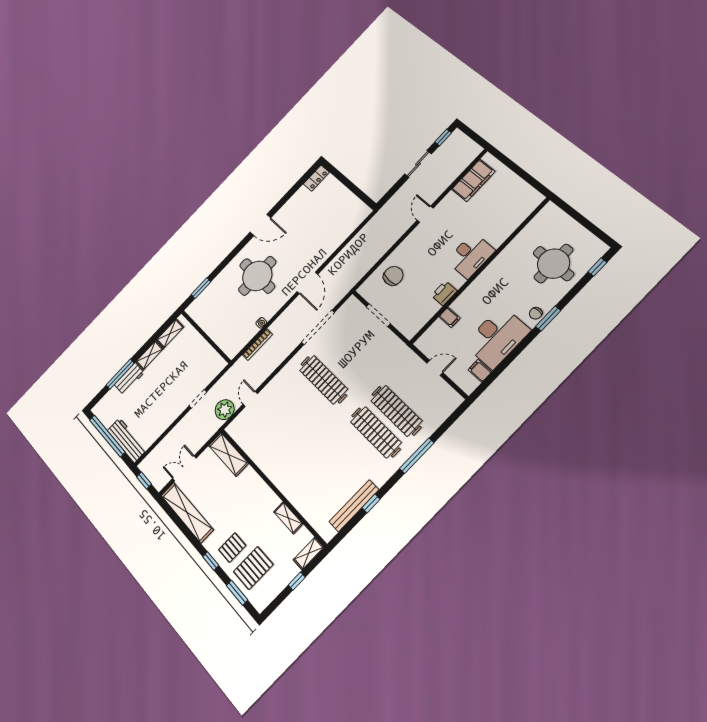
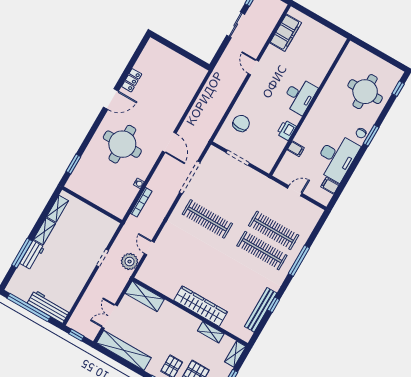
locker: (316, 178) -> (132, 80), moved
wardrobe: (286, 483) -> (201, 306), added

